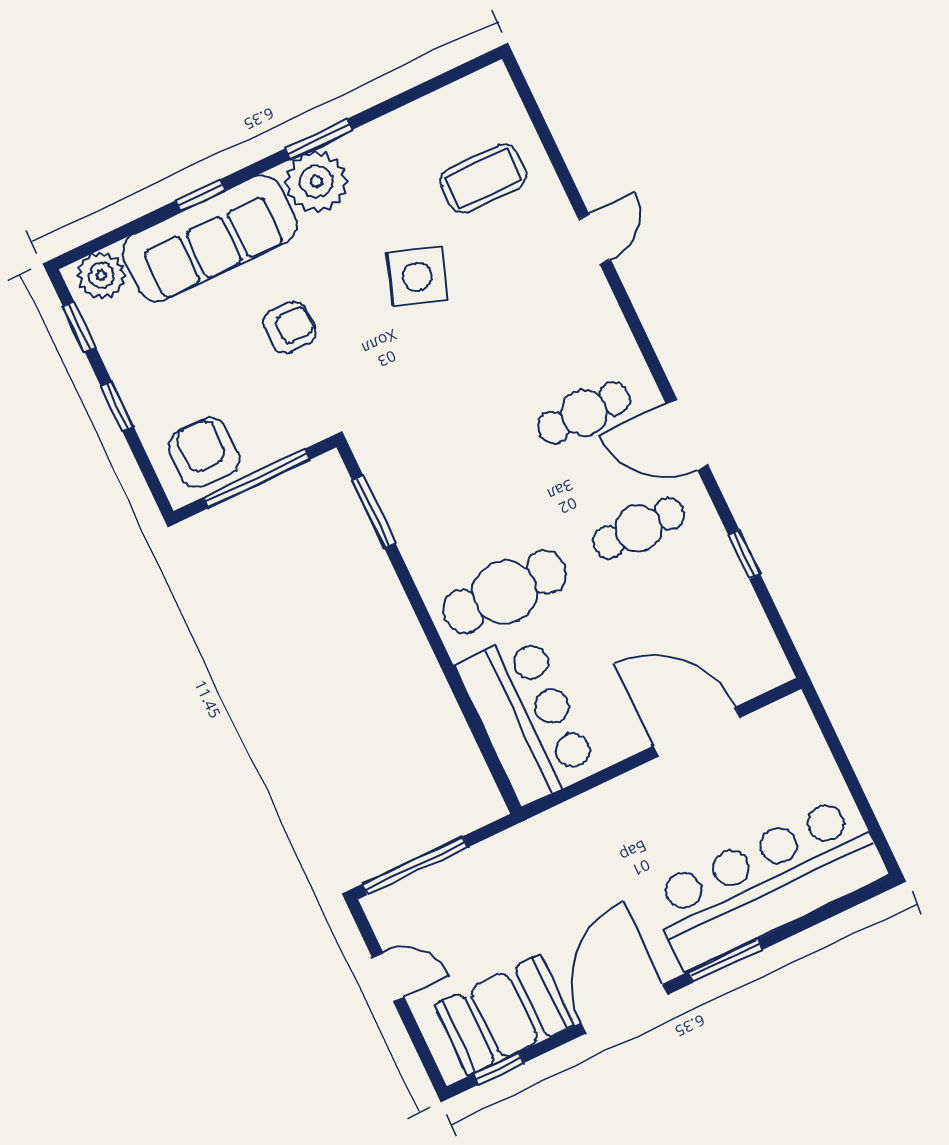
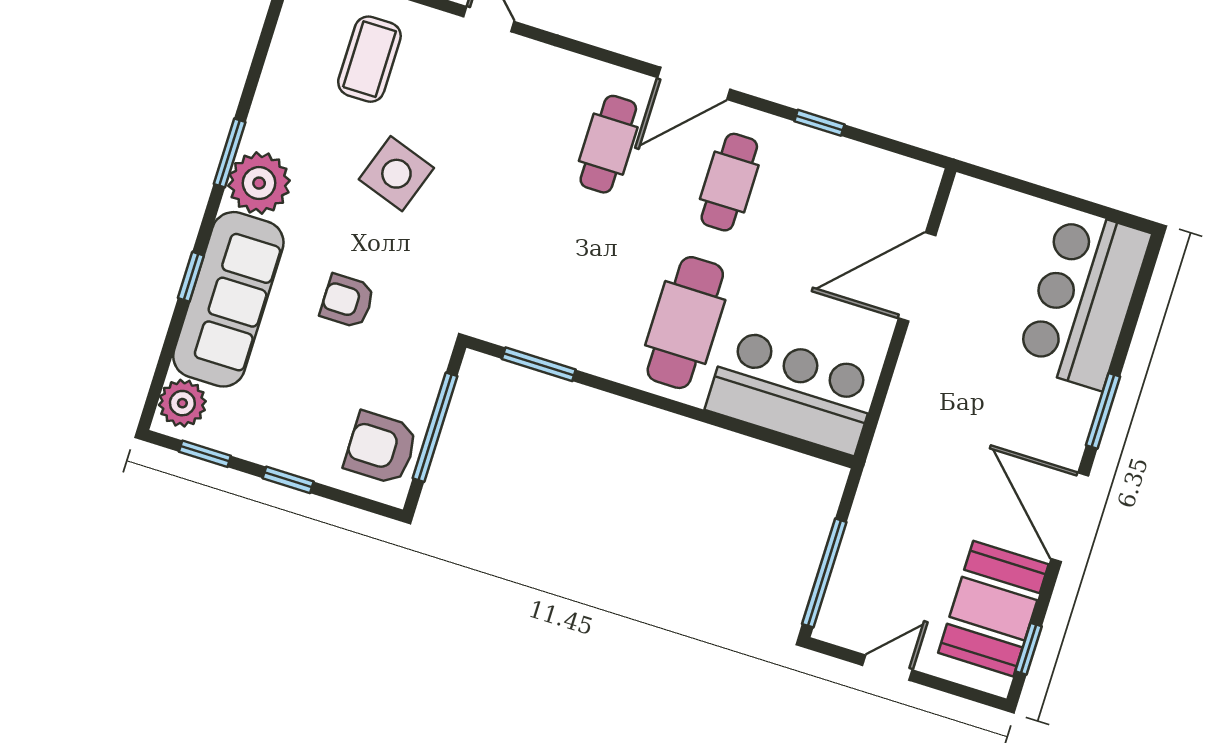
armchair: (289, 327) -> (347, 301), turned -90
bar counter: (767, 883) -> (1083, 299), width x0.73

